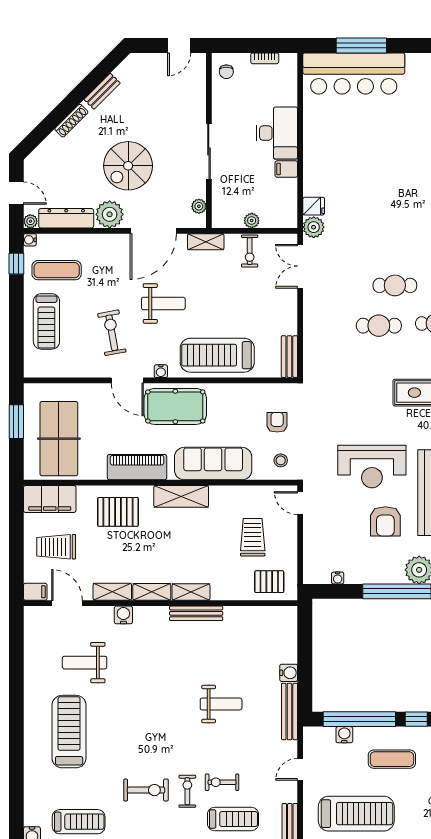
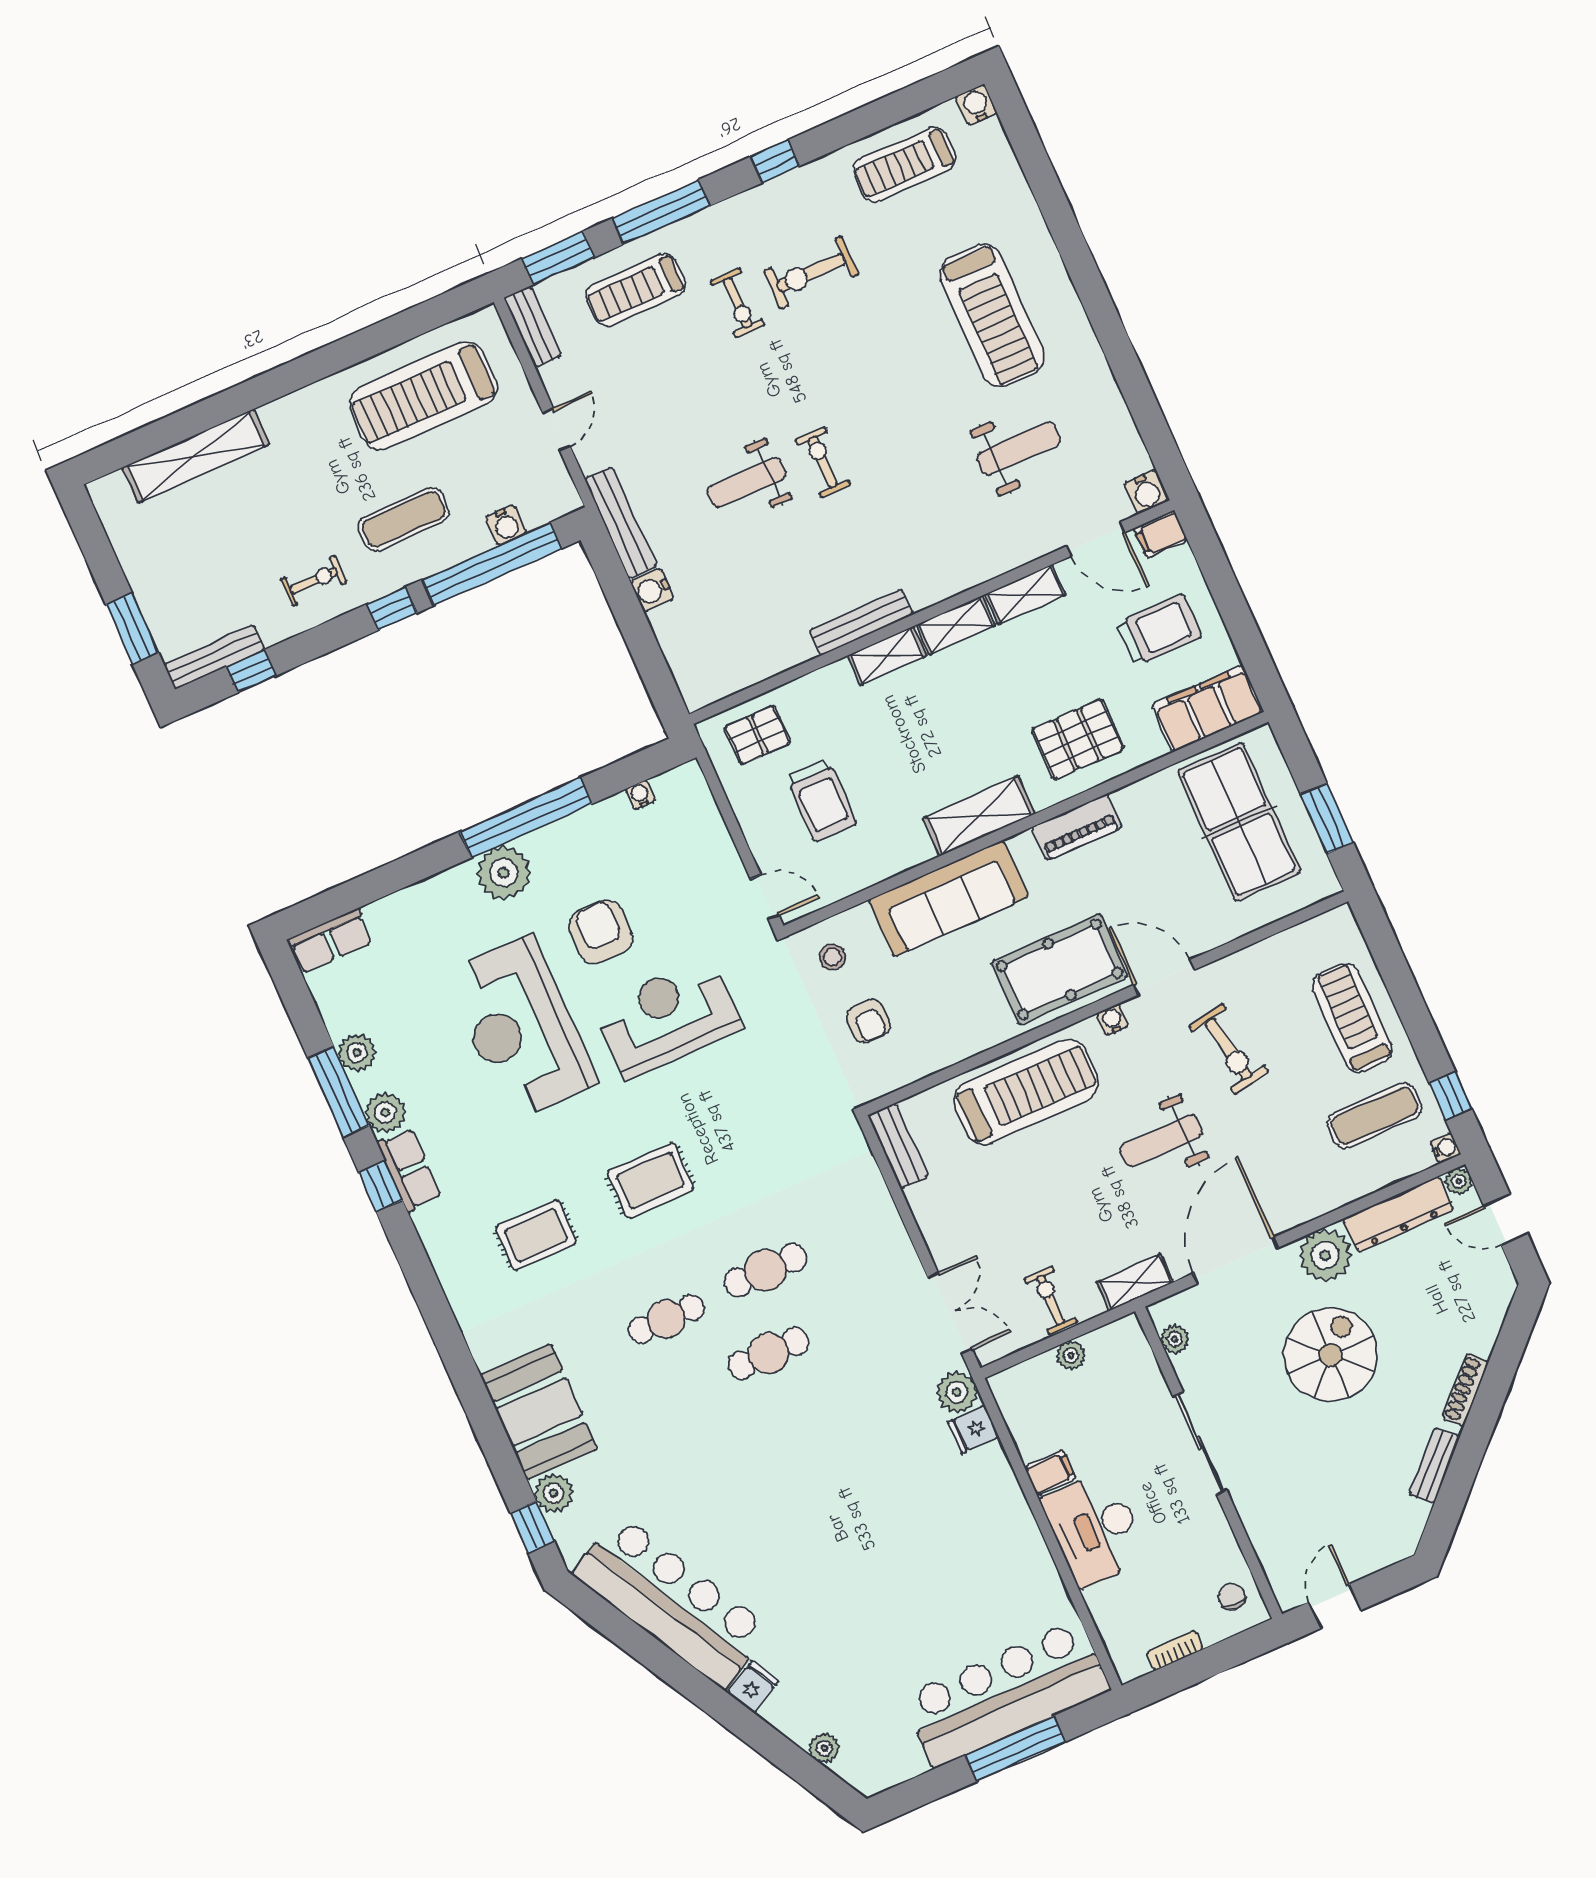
piano: (137, 467) -> (1077, 827), width x0.73, depth x0.75
water cooler: (123, 615) -> (1146, 492), moved
exercise bike: (222, 782) -> (823, 462), moved, turned -90

